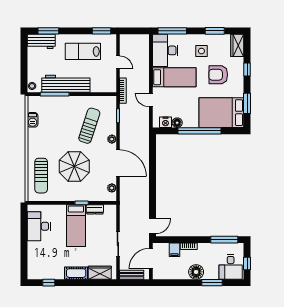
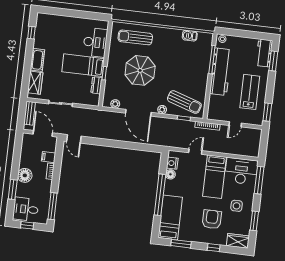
bed: (221, 113) -> (170, 217), width x0.67
sun lounger: (89, 126) -> (184, 102), moved
door: (118, 163) -> (138, 113), hinge flipped
desk: (39, 226) -> (95, 42), moved, turned 90

